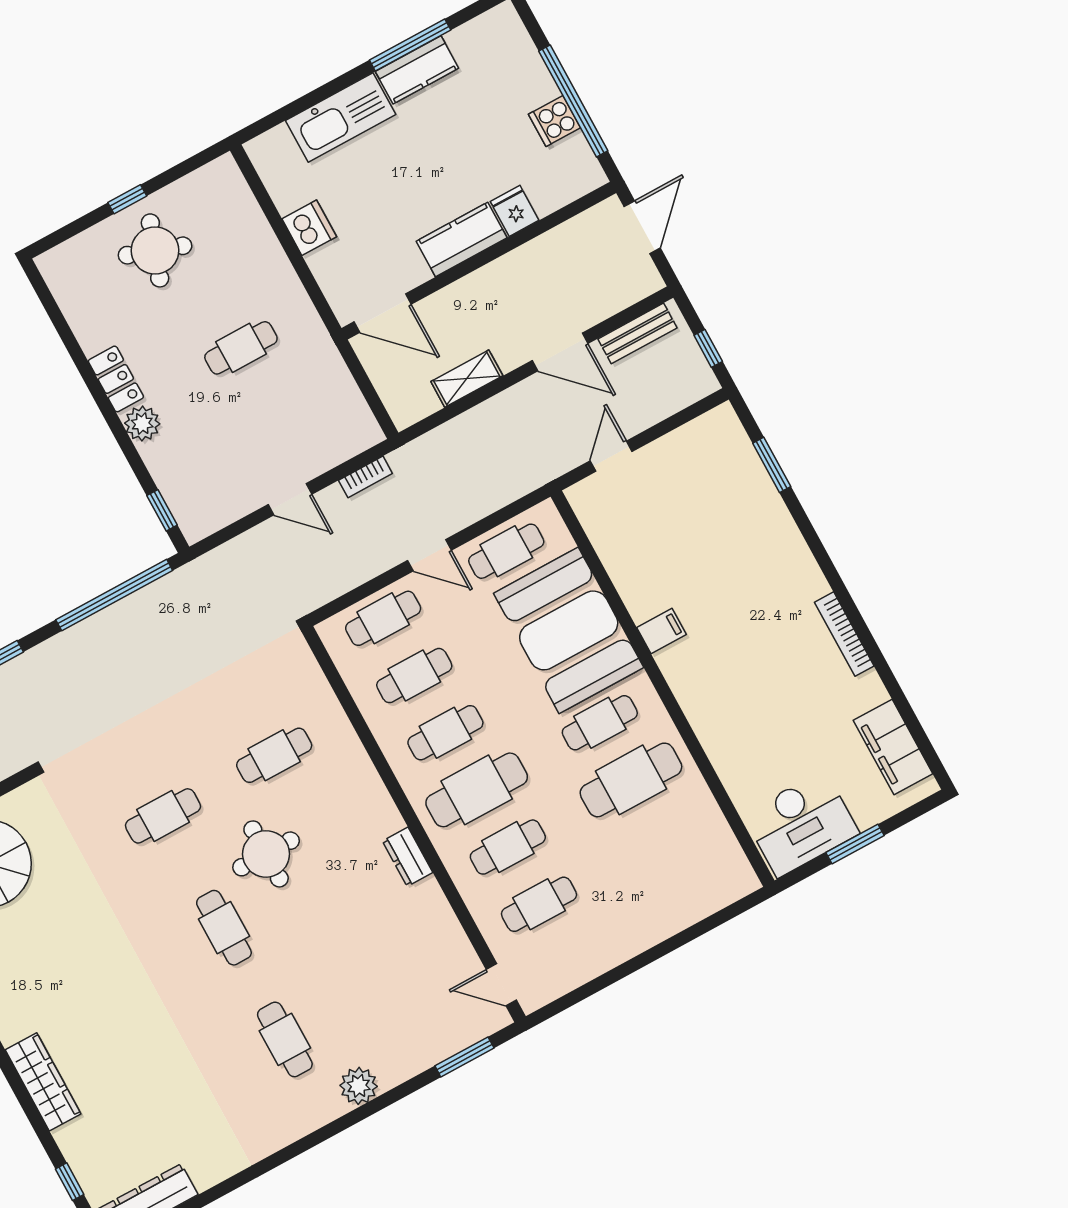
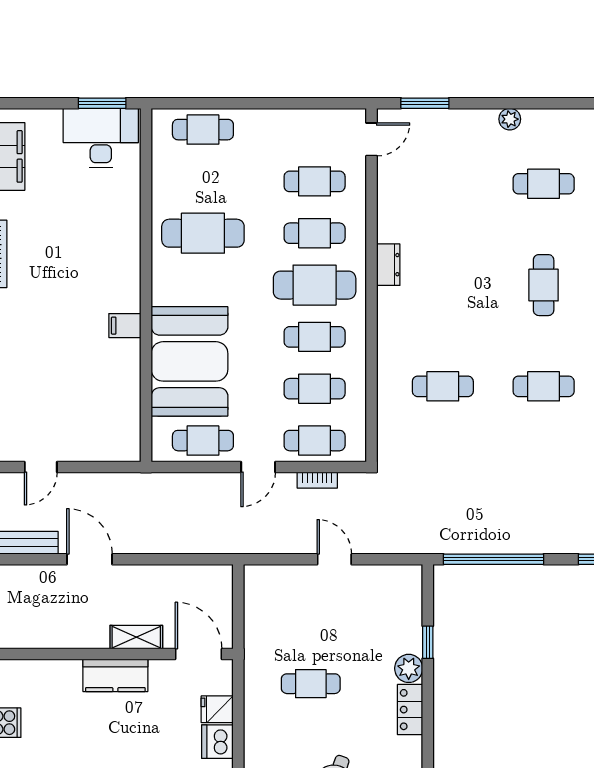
fridge: (515, 211) -> (217, 709), moved, turned 90
shelving: (467, 379) -> (136, 637), moved
door: (611, 456) -> (41, 467), moved
bookcase: (365, 477) -> (317, 480), moved, turned 180
window: (162, 510) -> (428, 642), moved
door: (429, 555) -> (258, 467), swing flipped
cafe table: (600, 723) -> (203, 130), moved
window: (855, 844) -> (102, 103), moved
round table: (266, 854) -> (486, 321), removed
door: (501, 985) -> (371, 139), hinge flipped
cafe table: (285, 1039) -> (544, 184), turned 90
plant: (359, 1086) -> (510, 119), width x0.73, depth x0.73

